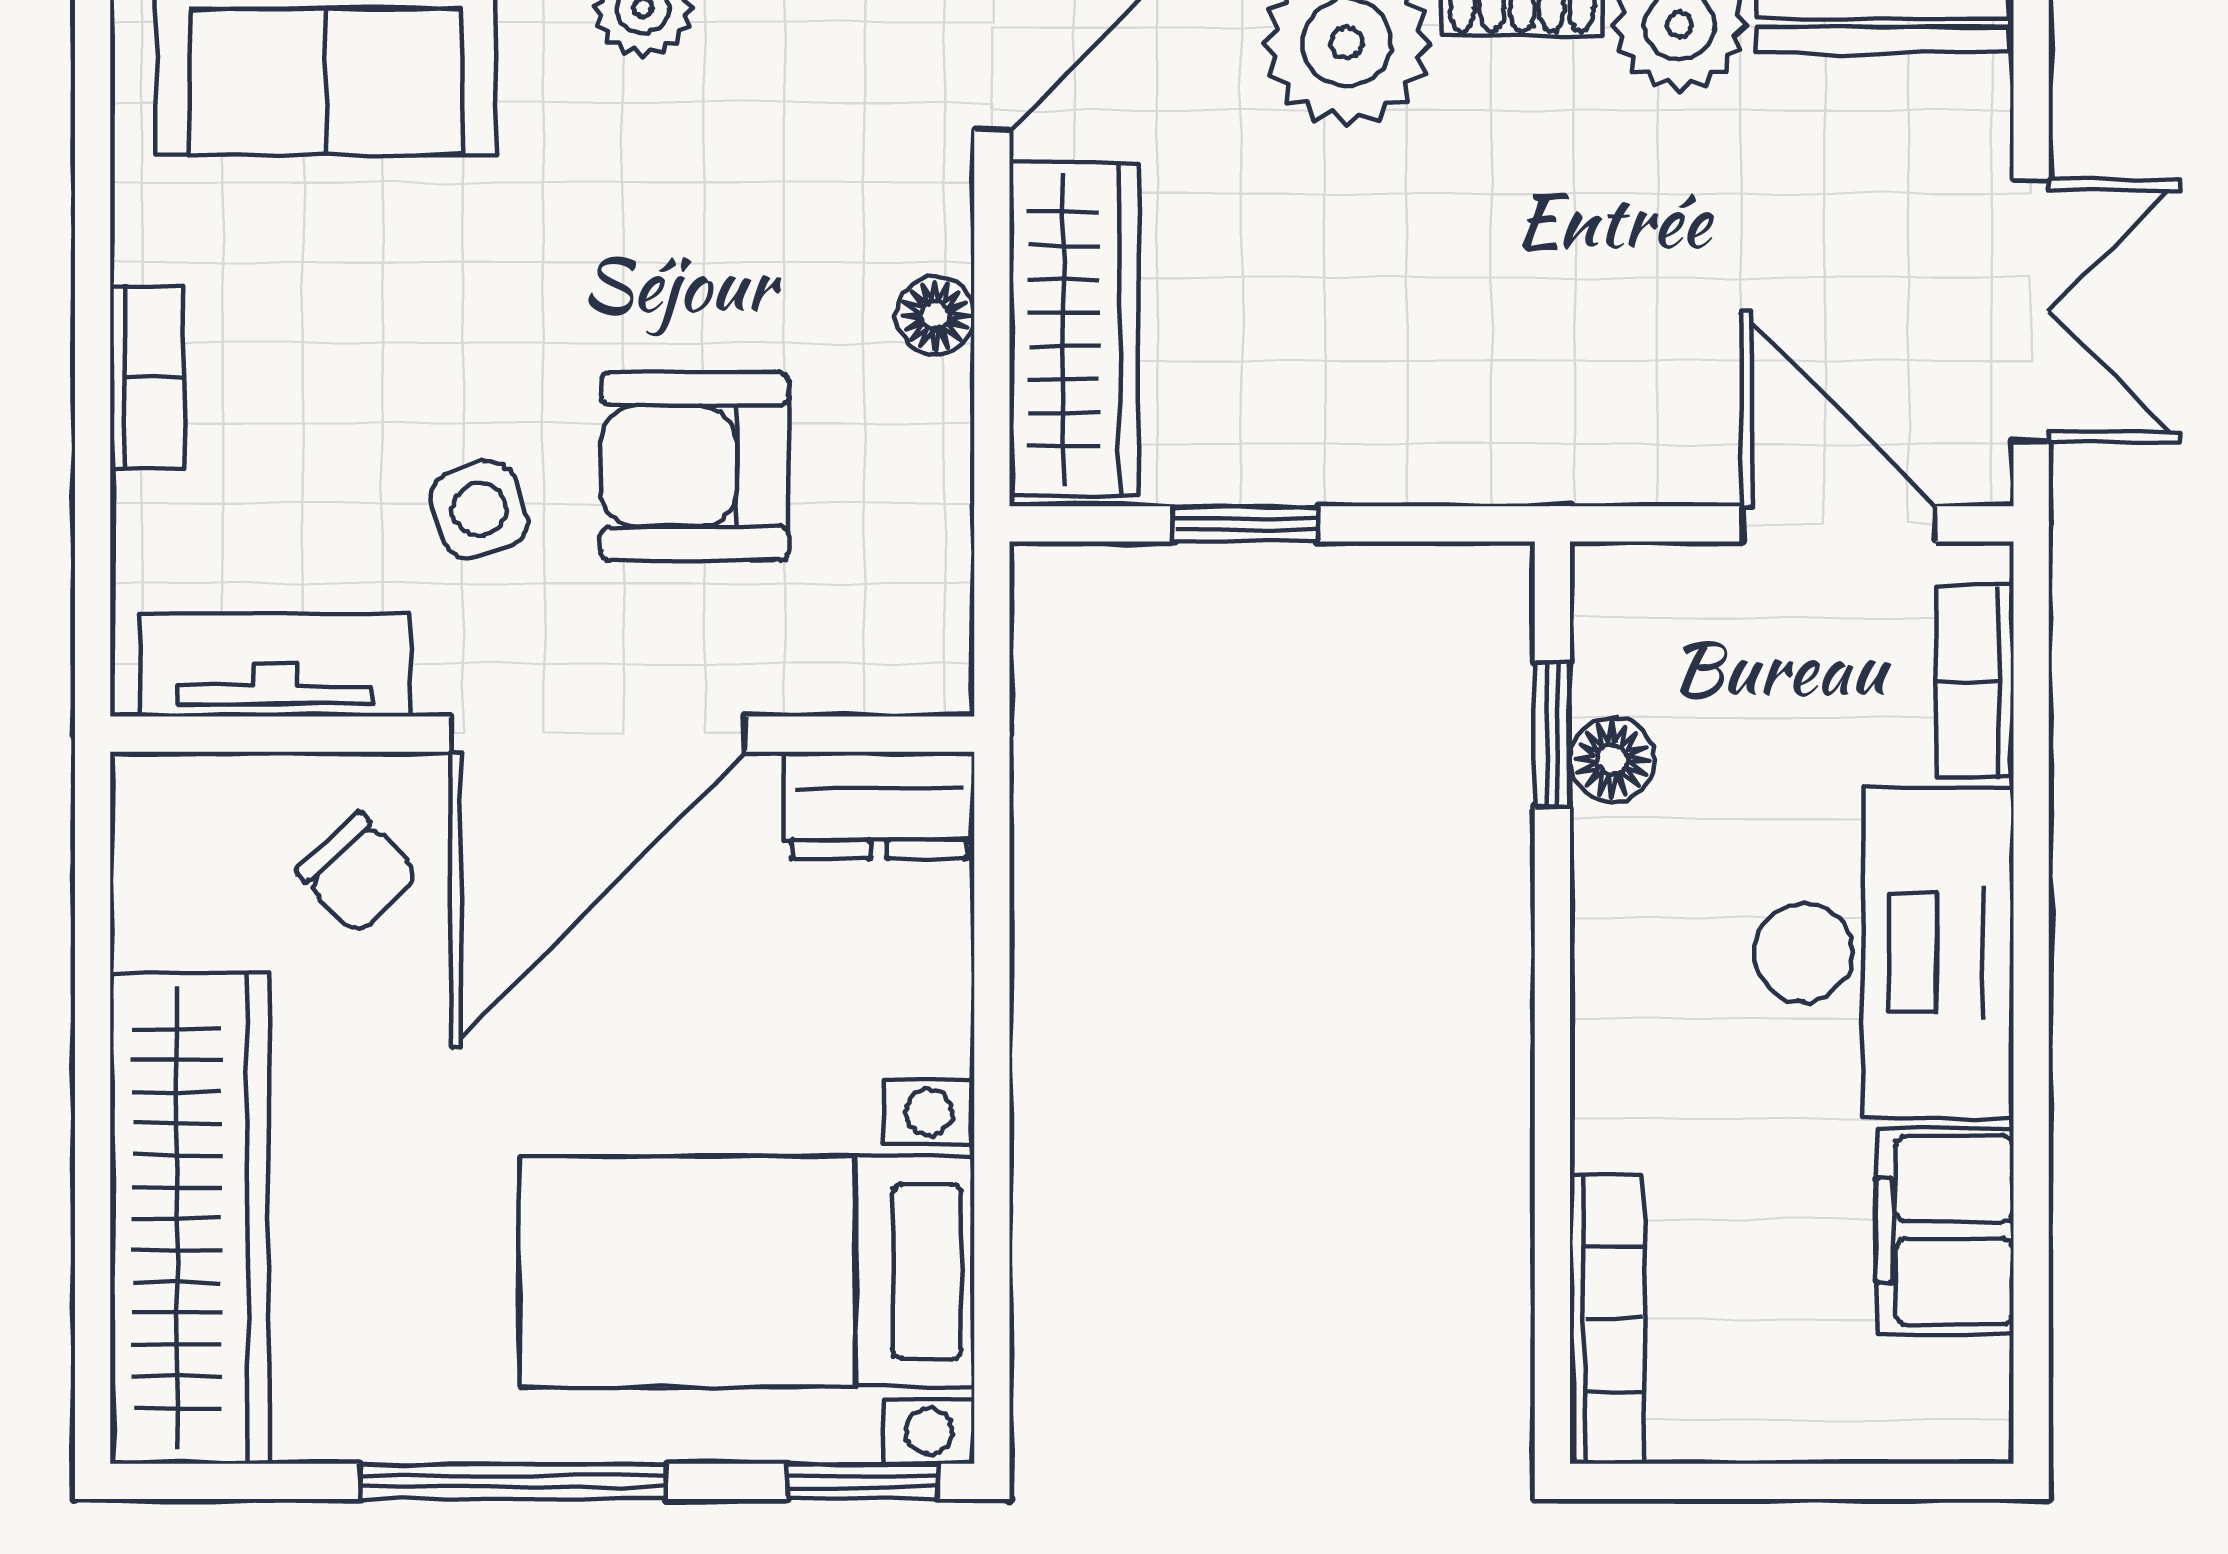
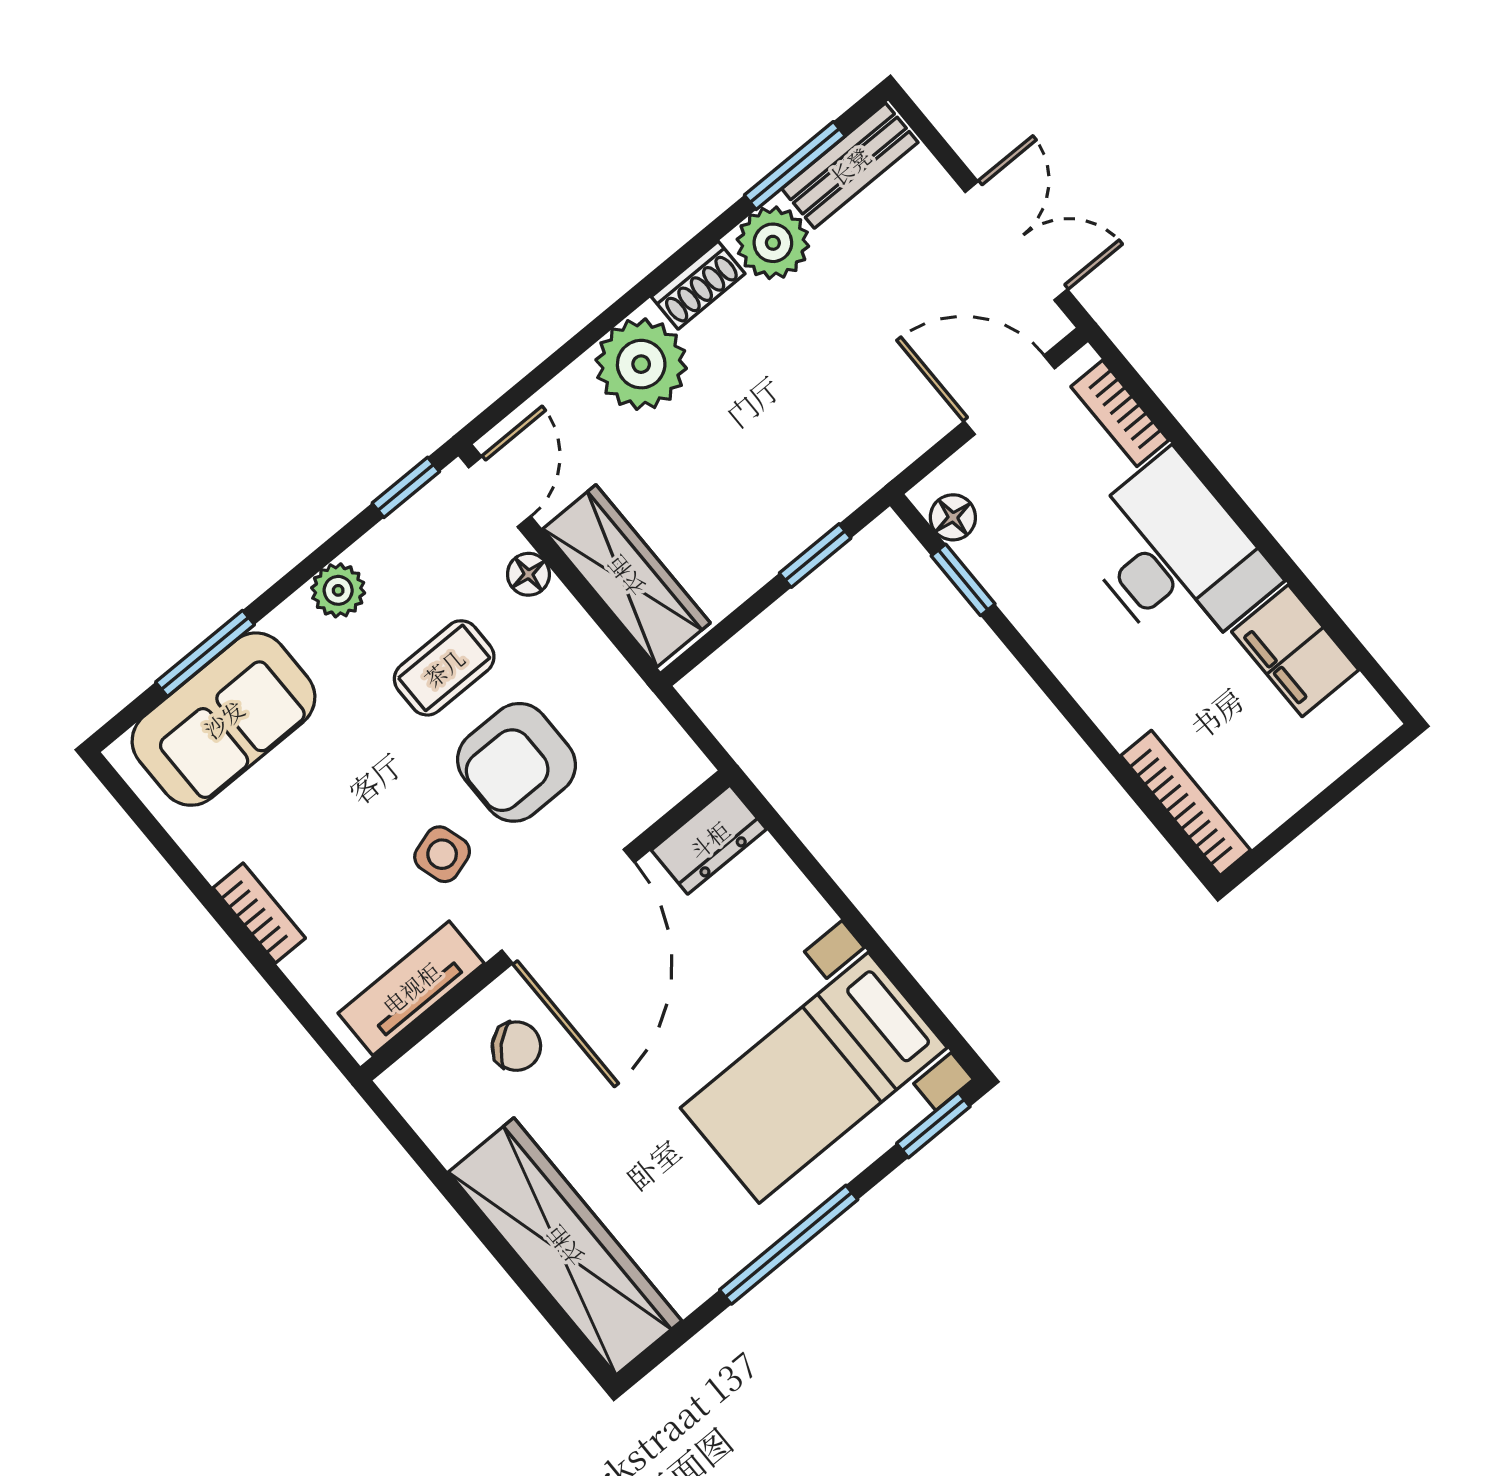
coffee table: (703, 245) -> (444, 668), added
floor lamp: (935, 315) -> (528, 574), moved
window: (1245, 524) -> (815, 556), moved
floor lamp: (1612, 760) -> (953, 517), moved

